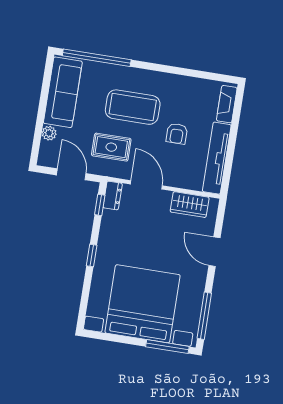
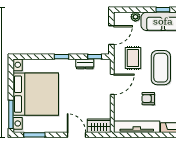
window: (45, 90) -> (163, 10), added
dresser: (113, 195) -> (85, 64), moved
wardrobe: (190, 205) -> (99, 126), moved, turned 90
door: (215, 252) -> (77, 135), hinge flipped
window: (204, 316) -> (34, 135), width x0.69

